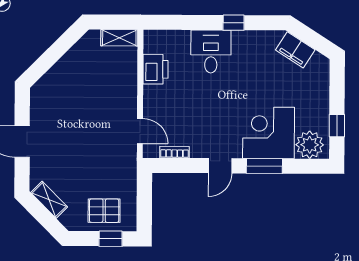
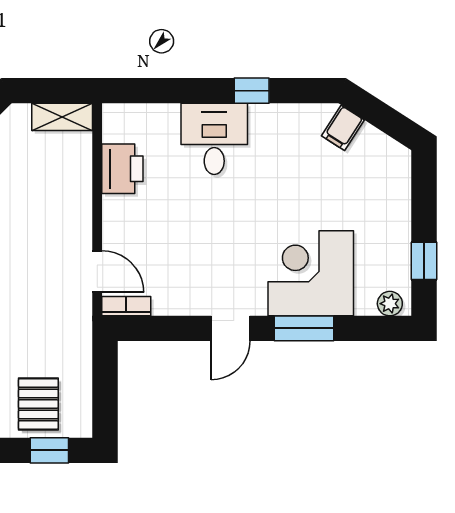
filing cabinet: (295, 50) -> (343, 128), width x0.50
plant: (310, 145) -> (390, 304), width x0.53, depth x0.53
bookcase: (174, 152) -> (126, 306), moved
pallet: (104, 211) -> (38, 404), turned 90

